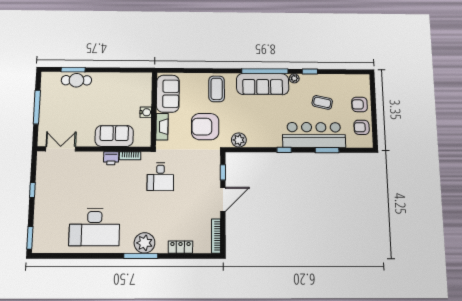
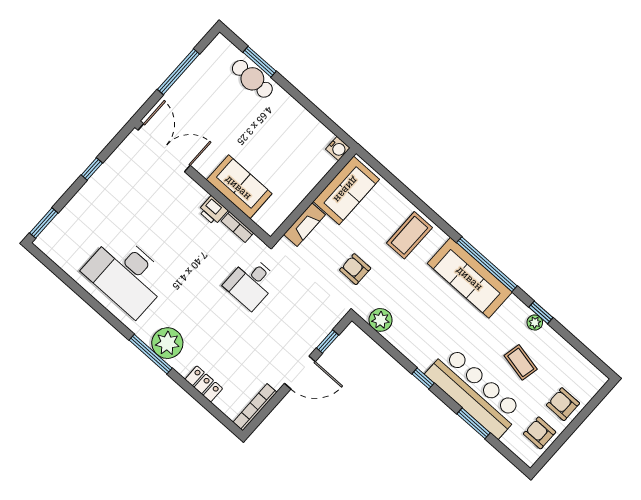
plant: (294, 78) -> (535, 323), moved
water cooler: (146, 112) -> (338, 148), moved
armchair: (205, 127) -> (355, 269), width x0.53, depth x0.53
double door: (61, 149) -> (164, 148), width x1.37

